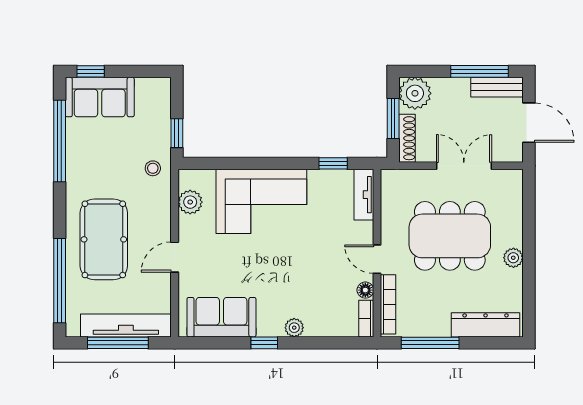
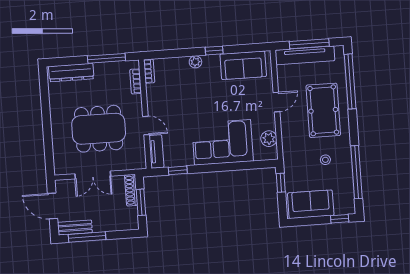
plant: (415, 93) -> (128, 220), removed
sofa: (100, 97) -> (311, 204), moved
stool: (153, 168) -> (325, 160), moved
plant: (513, 258) -> (56, 117), removed
door: (377, 259) -> (146, 125), moved
floor lamp: (365, 290) -> (151, 90), removed
bookcase: (388, 304) -> (136, 81), width x0.64

